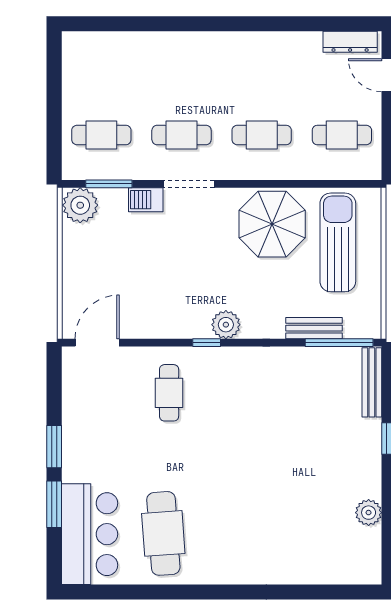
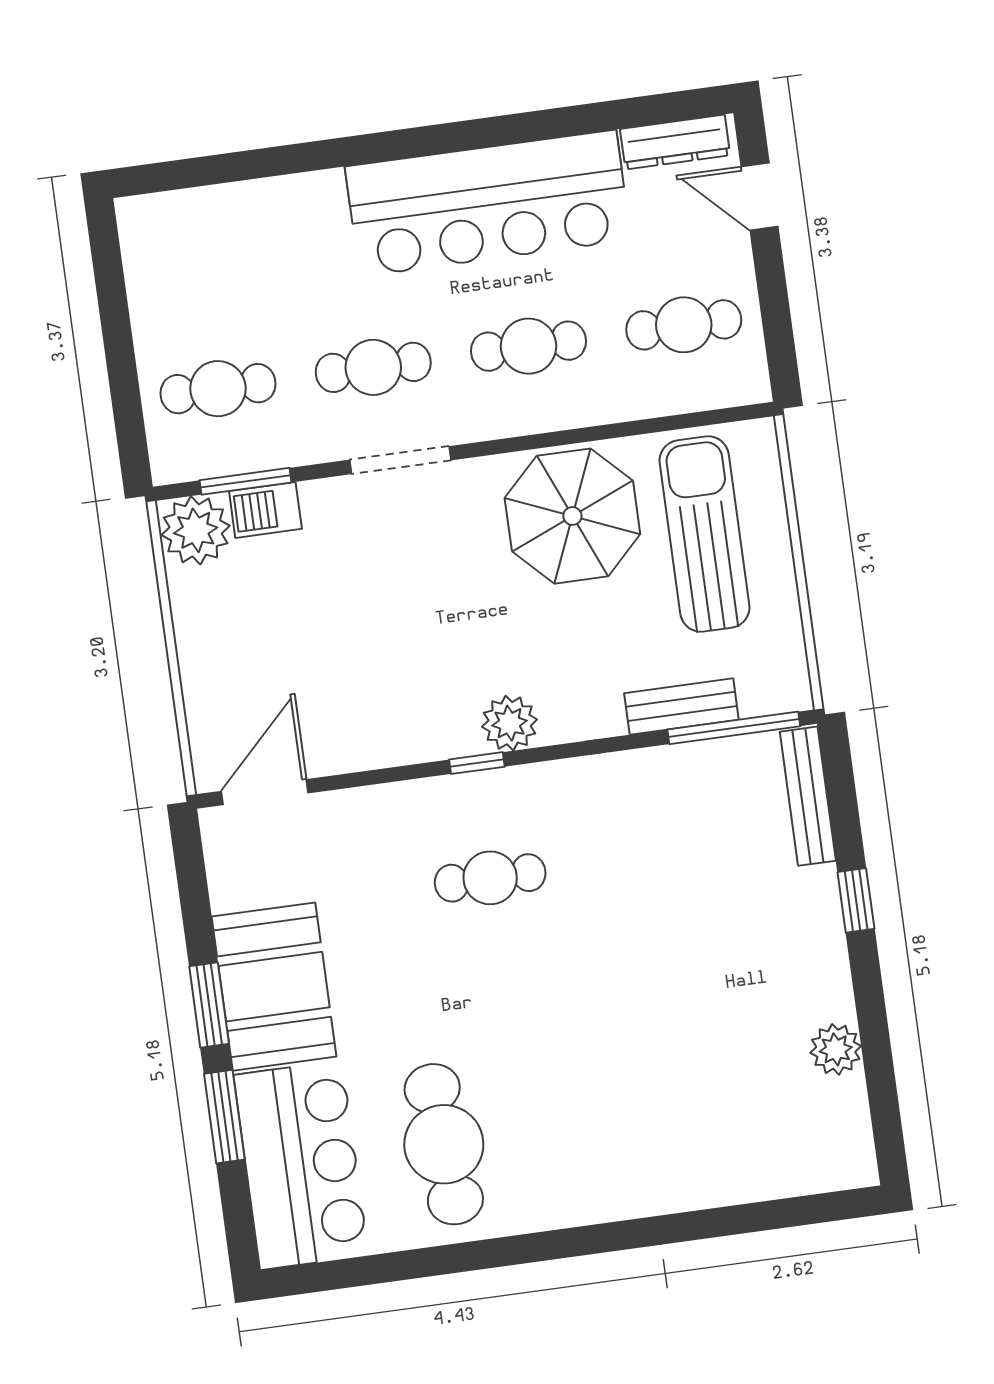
bar counter: (251, 60) -> (488, 203), added
barbecue: (146, 200) -> (265, 510), moved
cafe table: (169, 393) -> (490, 878), moved, turned 90
booth: (88, 442) -> (274, 987), added

